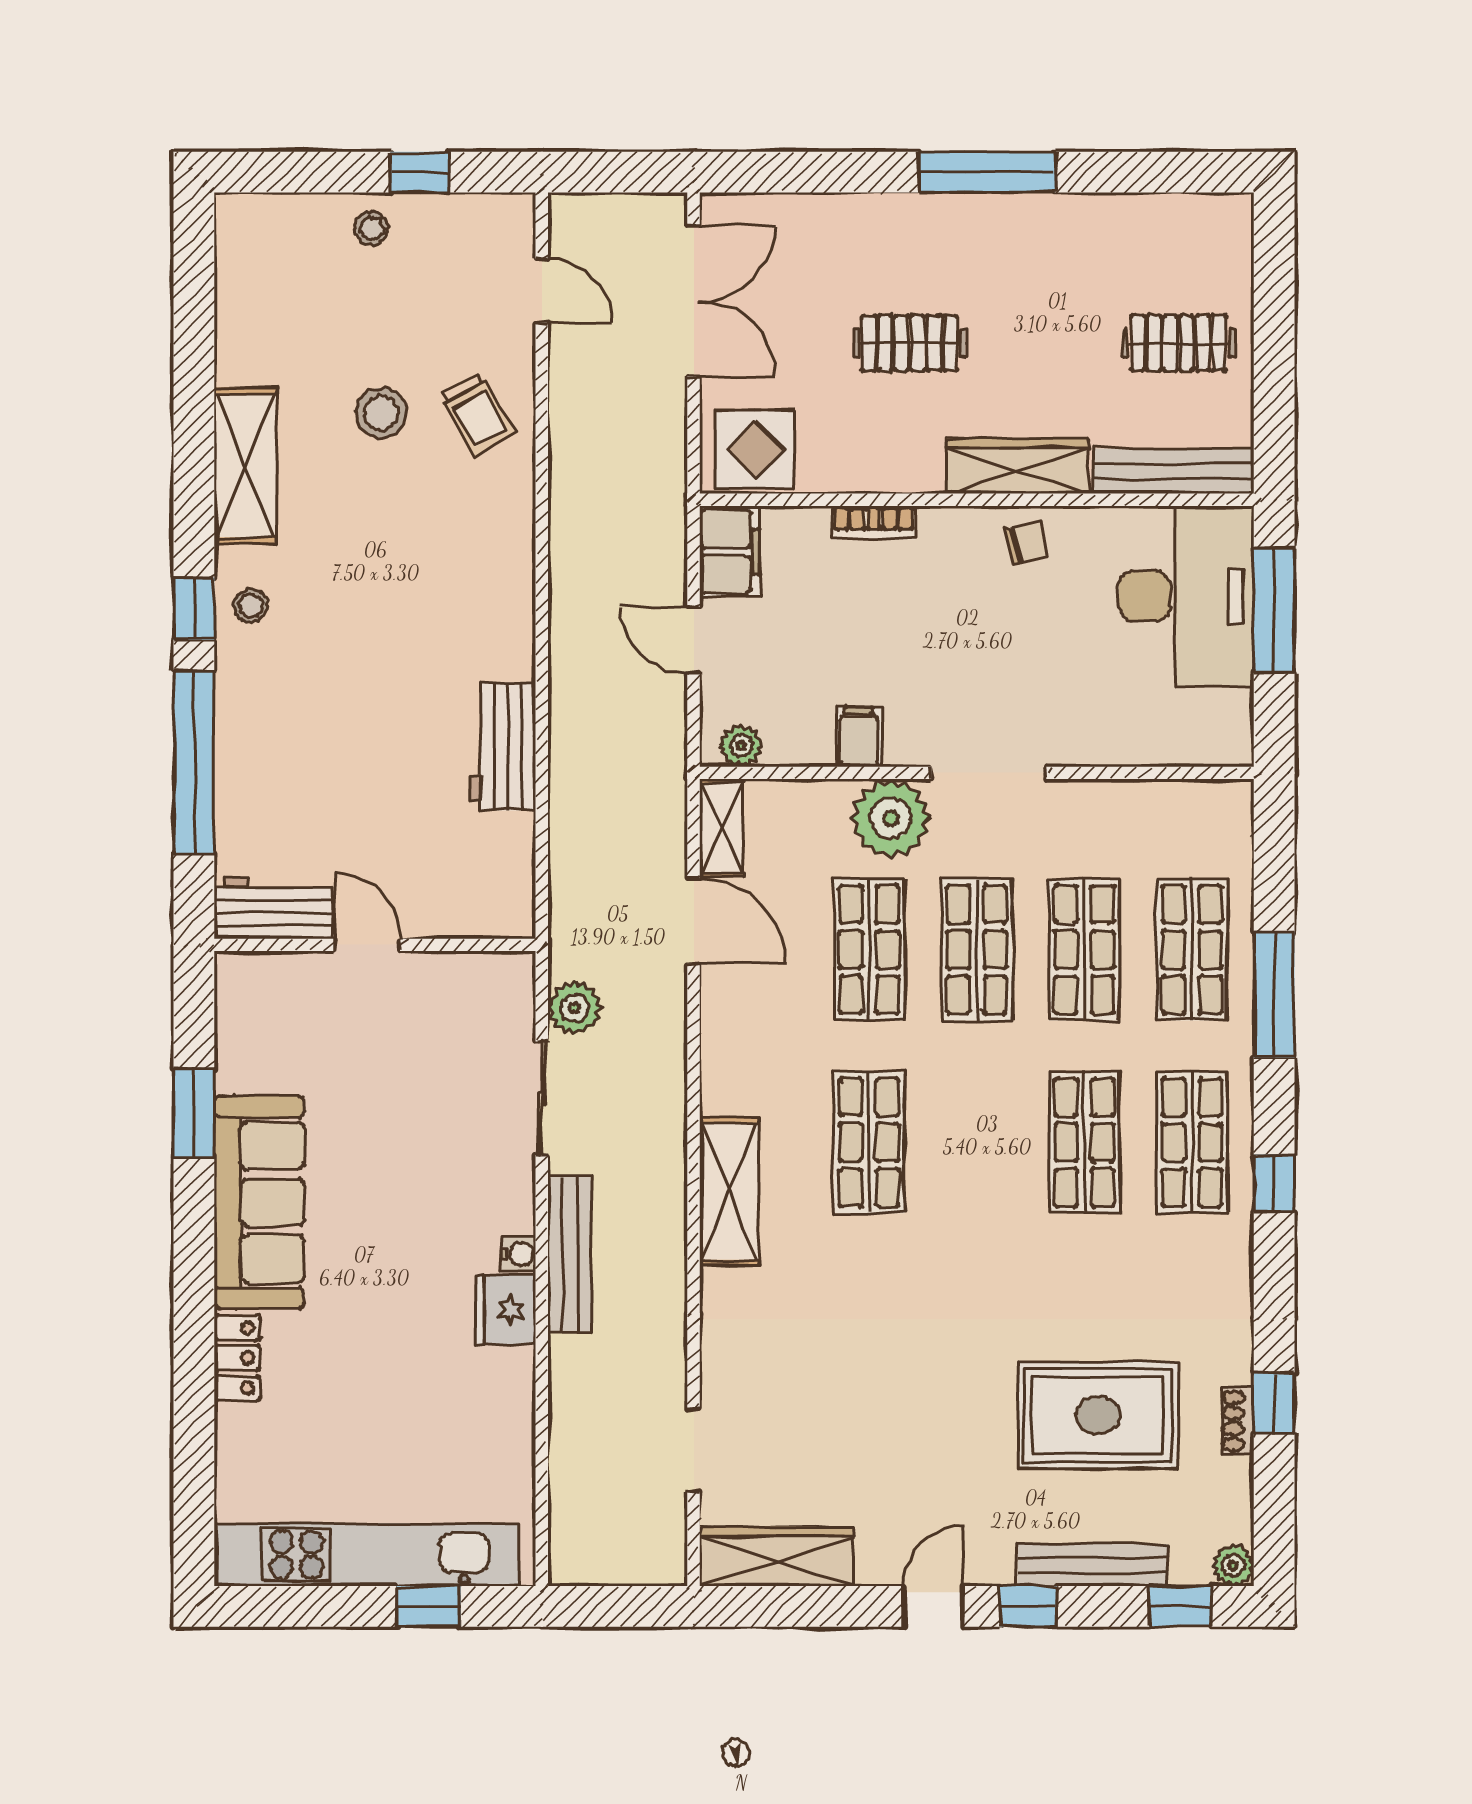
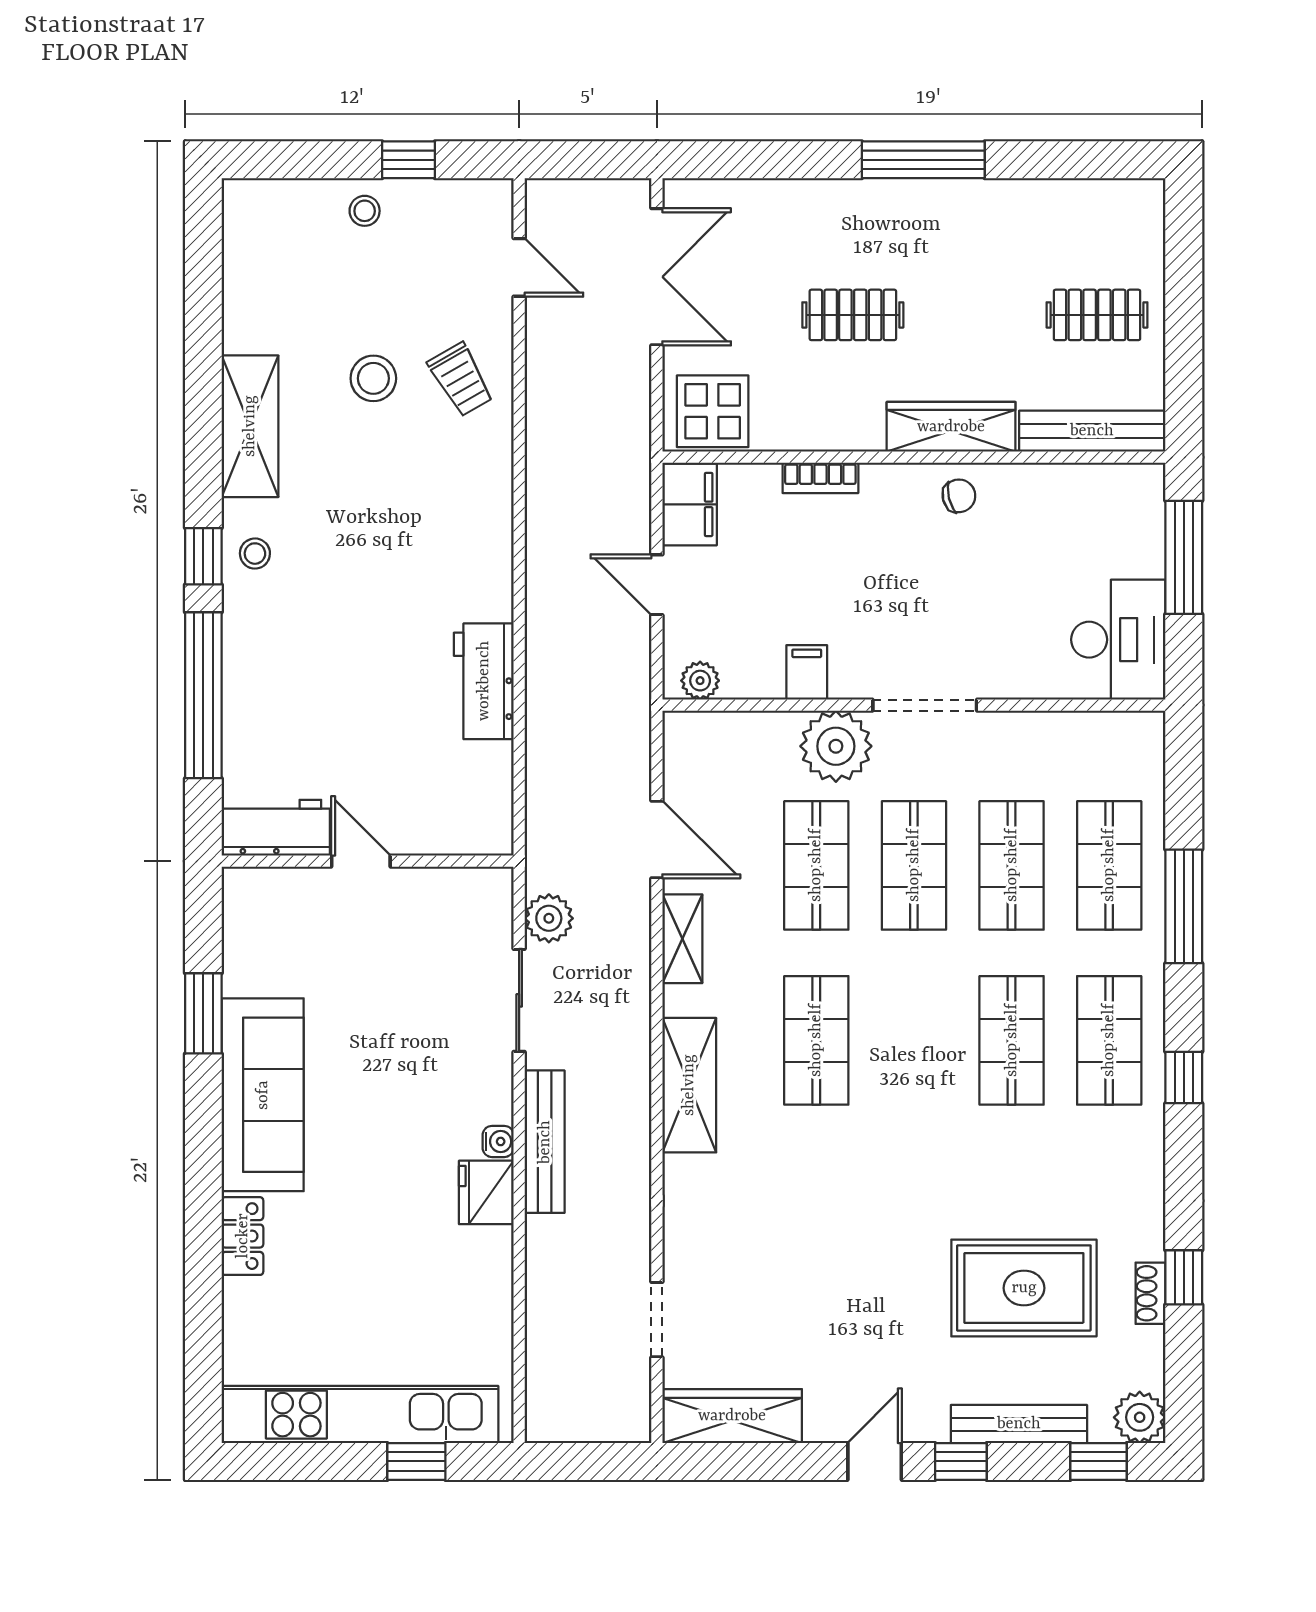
desk: (1186, 596) -> (1118, 640), moved, width x0.73, depth x0.77
shelving: (722, 828) -> (682, 939), moved
plant: (1233, 1565) -> (1140, 1417), width x1.38, depth x1.38

